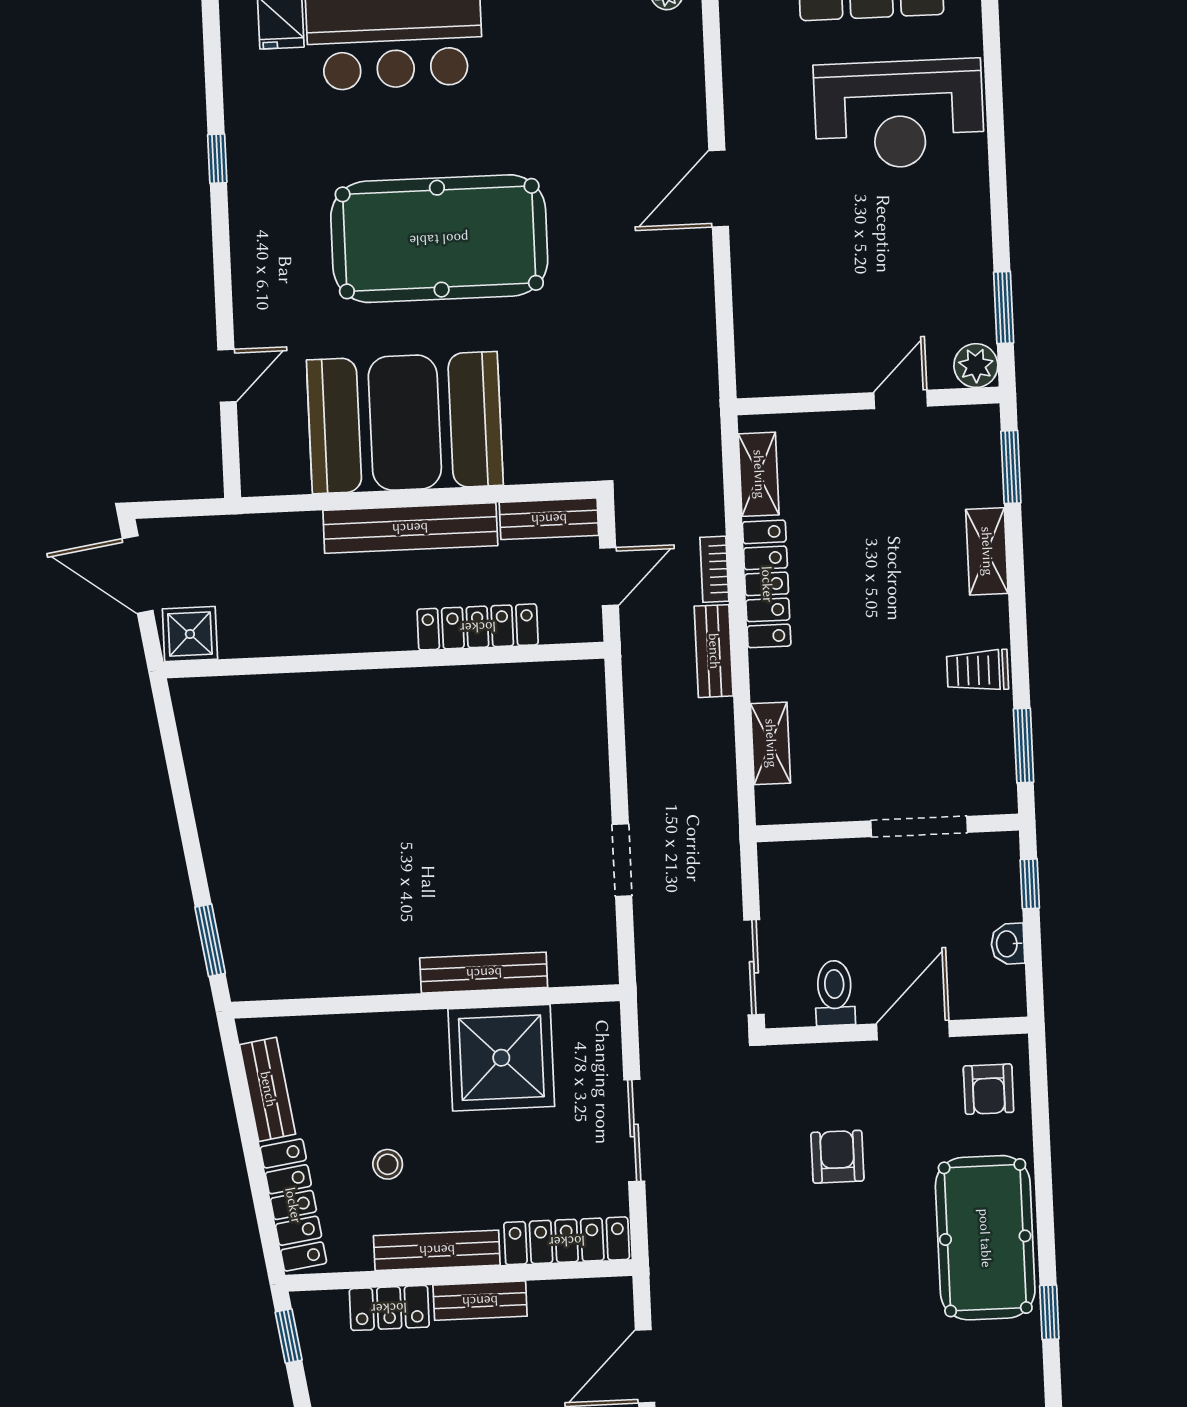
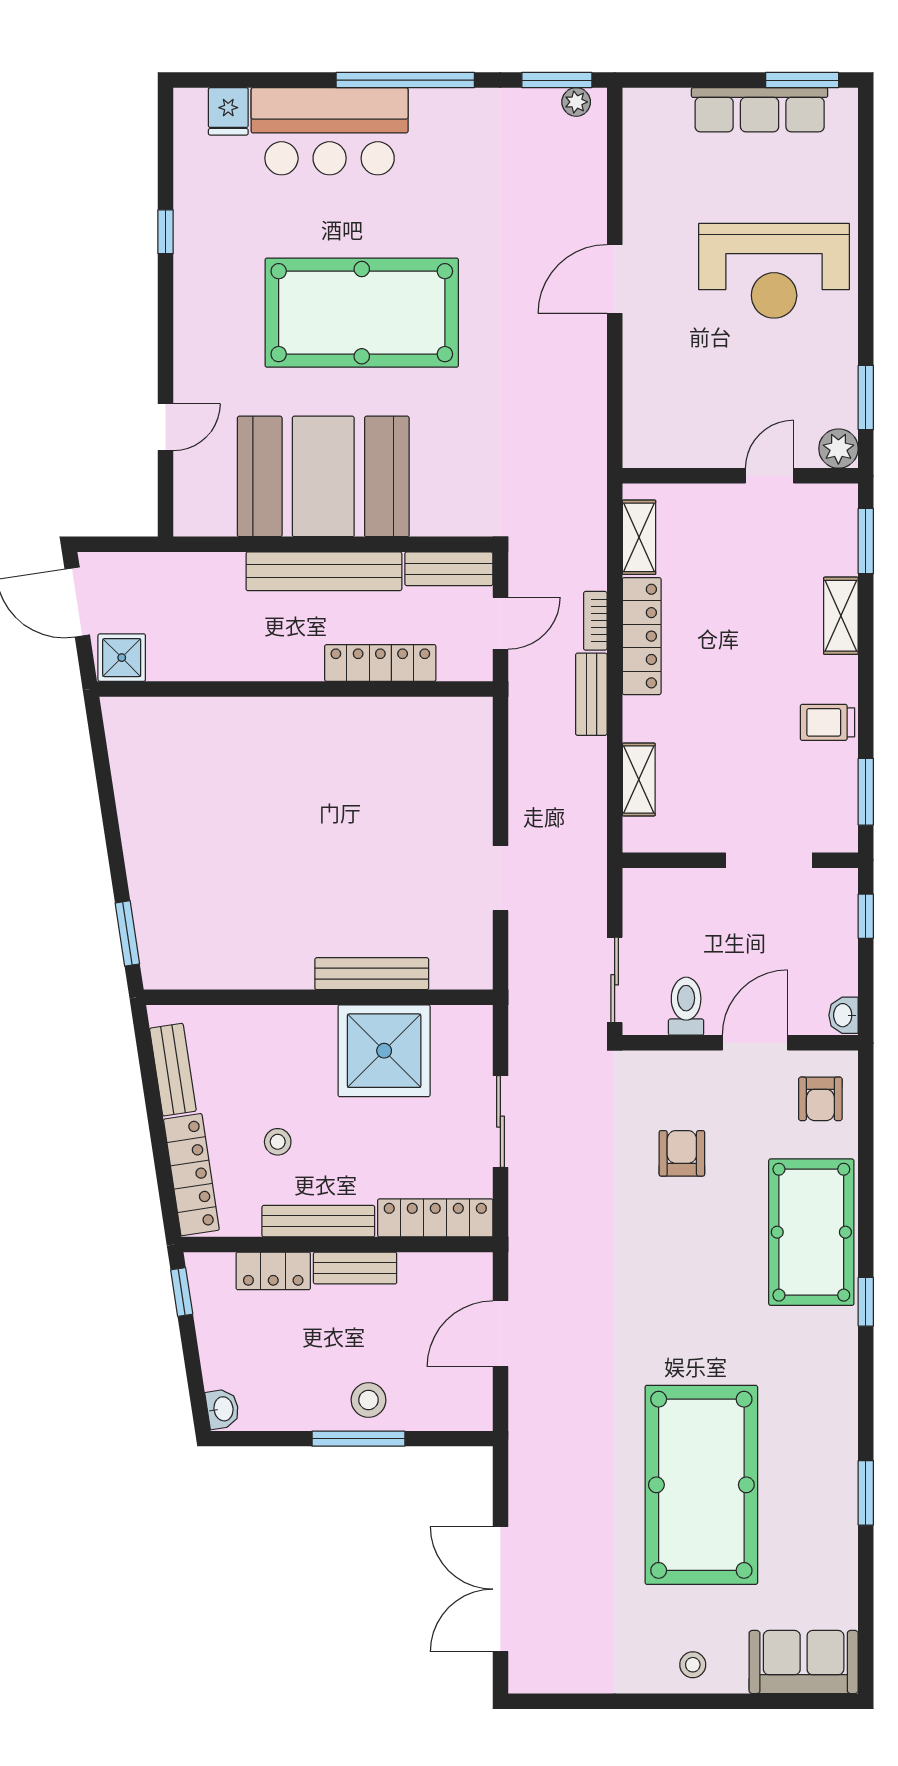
reception desk: (899, 114) -> (774, 271), moved
washbasin: (1008, 944) -> (844, 1015), moved

